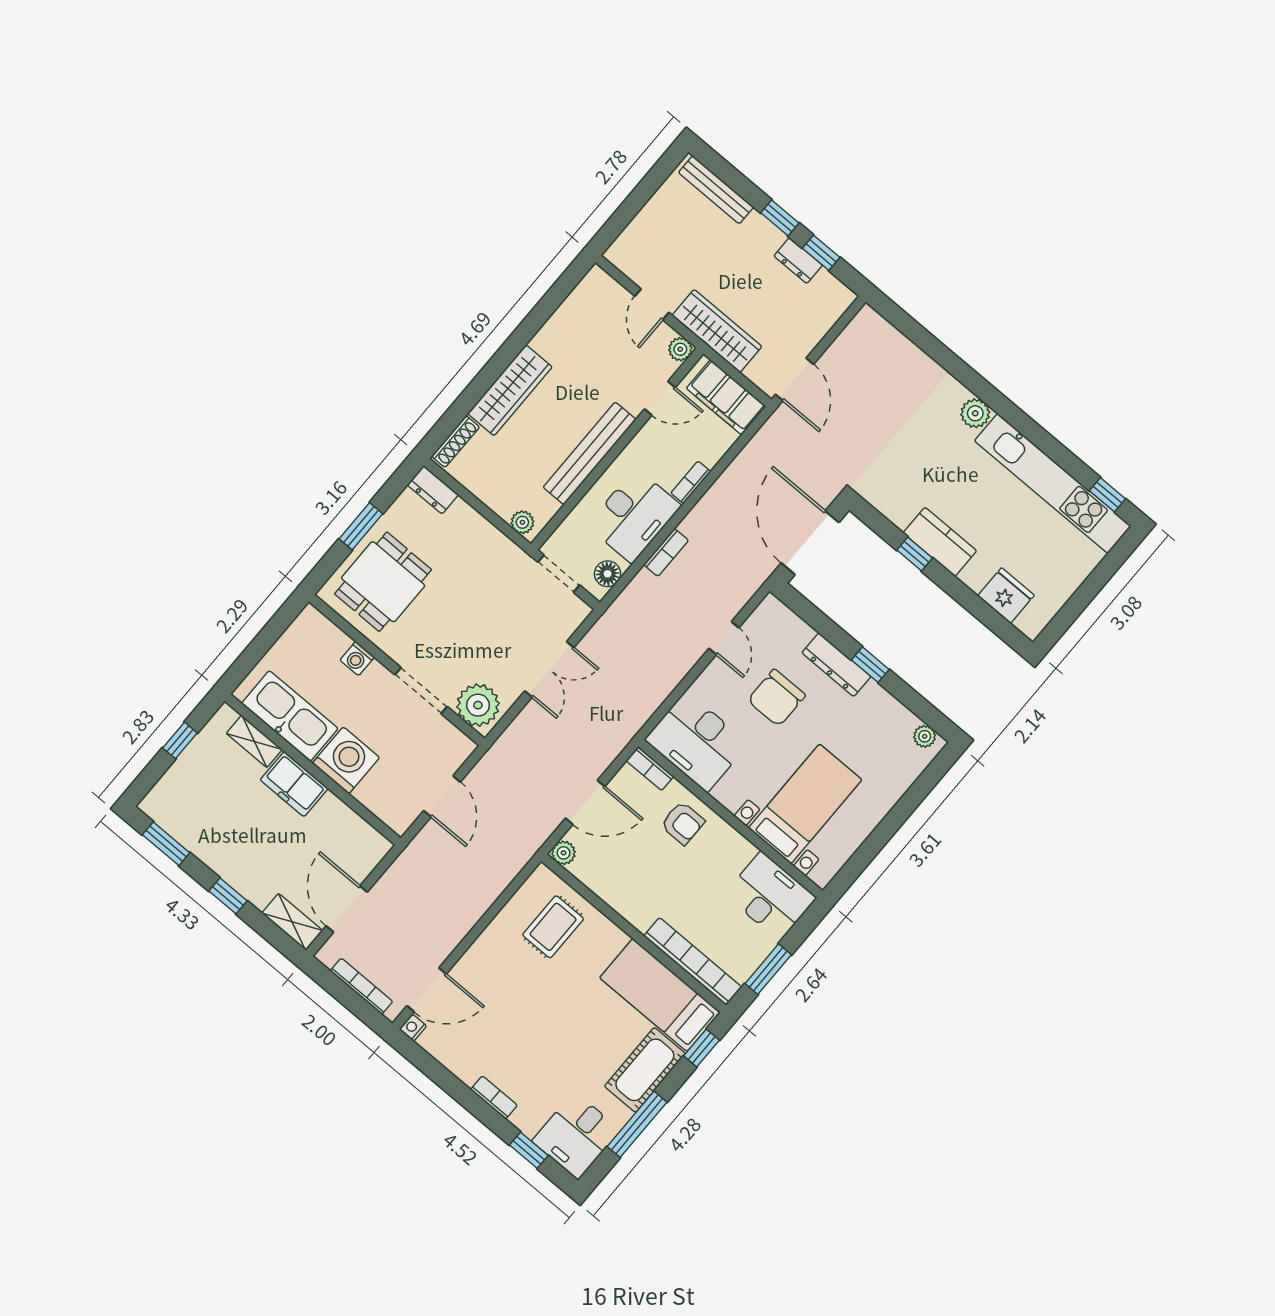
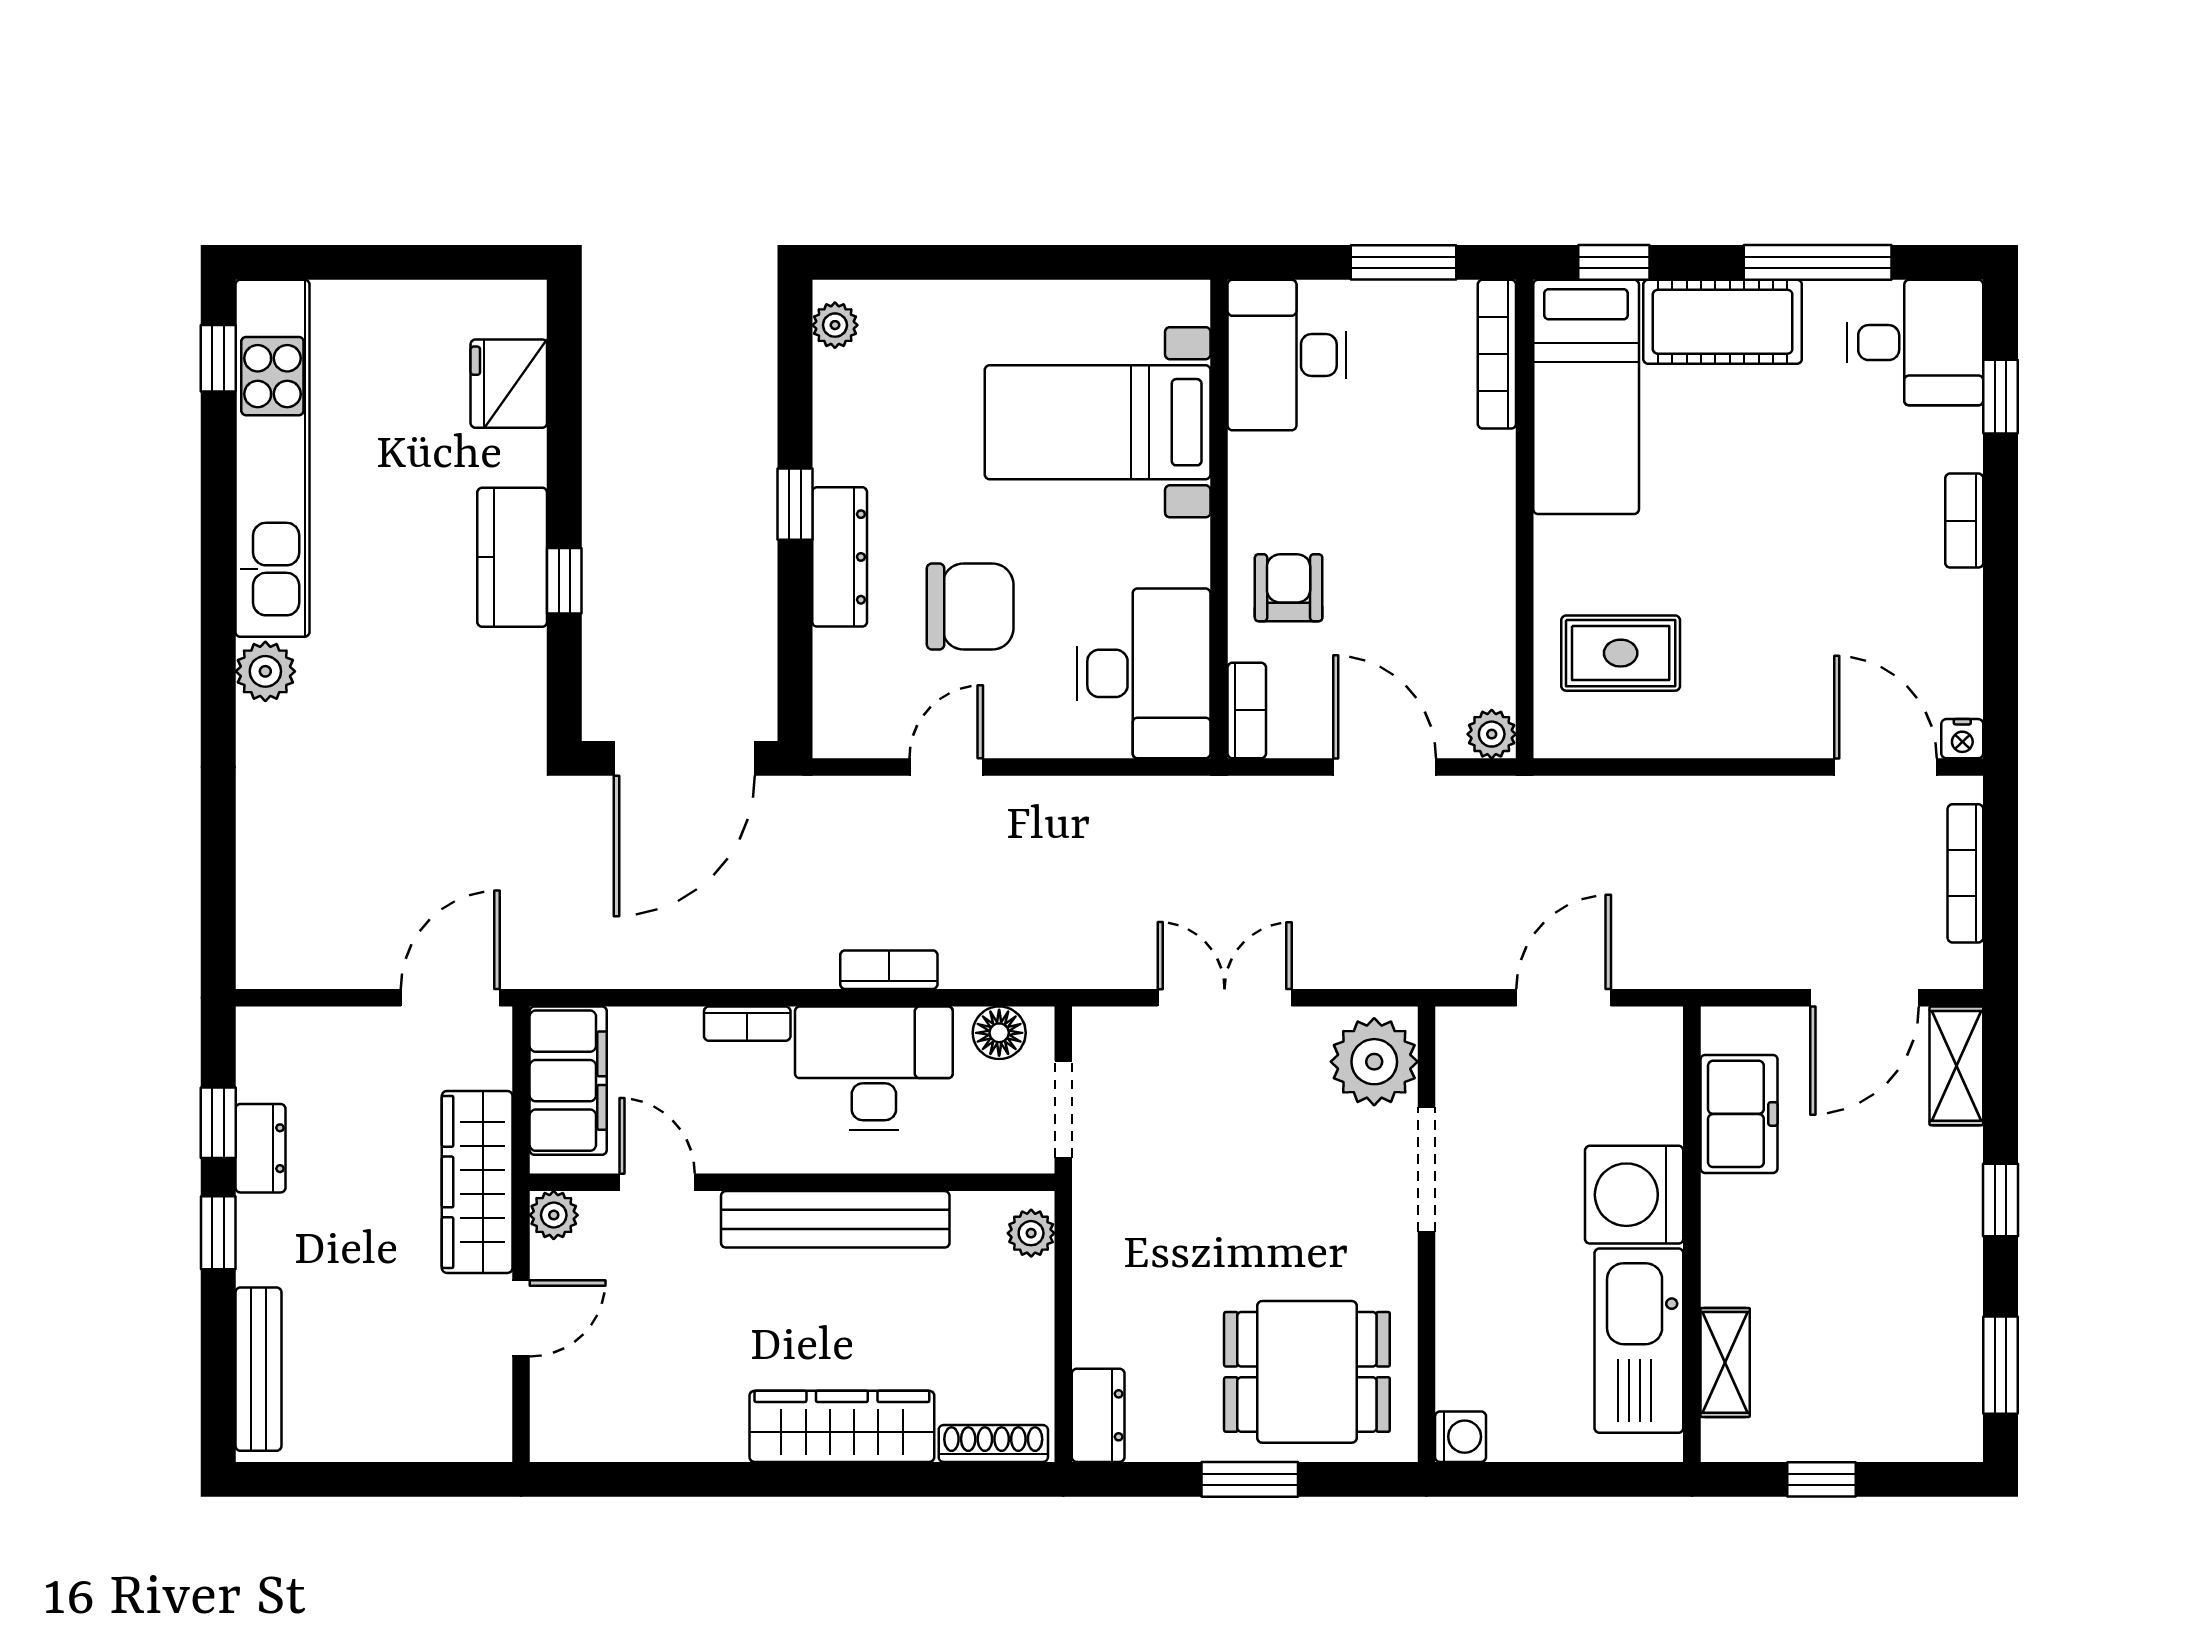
washing machine: (357, 659) -> (1461, 1437), moved
freezer: (294, 784) -> (1739, 1114), moved
bookcase: (693, 961) -> (1497, 354), width x0.68, depth x0.76

